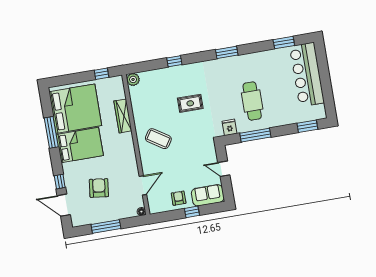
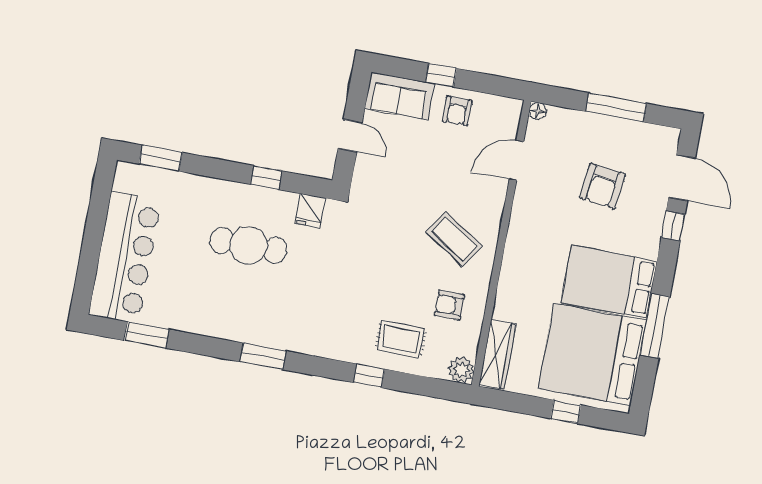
window: (101, 74) -> (566, 412), moved
cafe table: (252, 101) -> (248, 245), turned 90
rug: (190, 103) -> (401, 339), moved
armchair: (149, 107) -> (449, 305), added
wardrobe: (123, 116) -> (497, 354), moved
window: (255, 135) -> (266, 178), width x0.46

